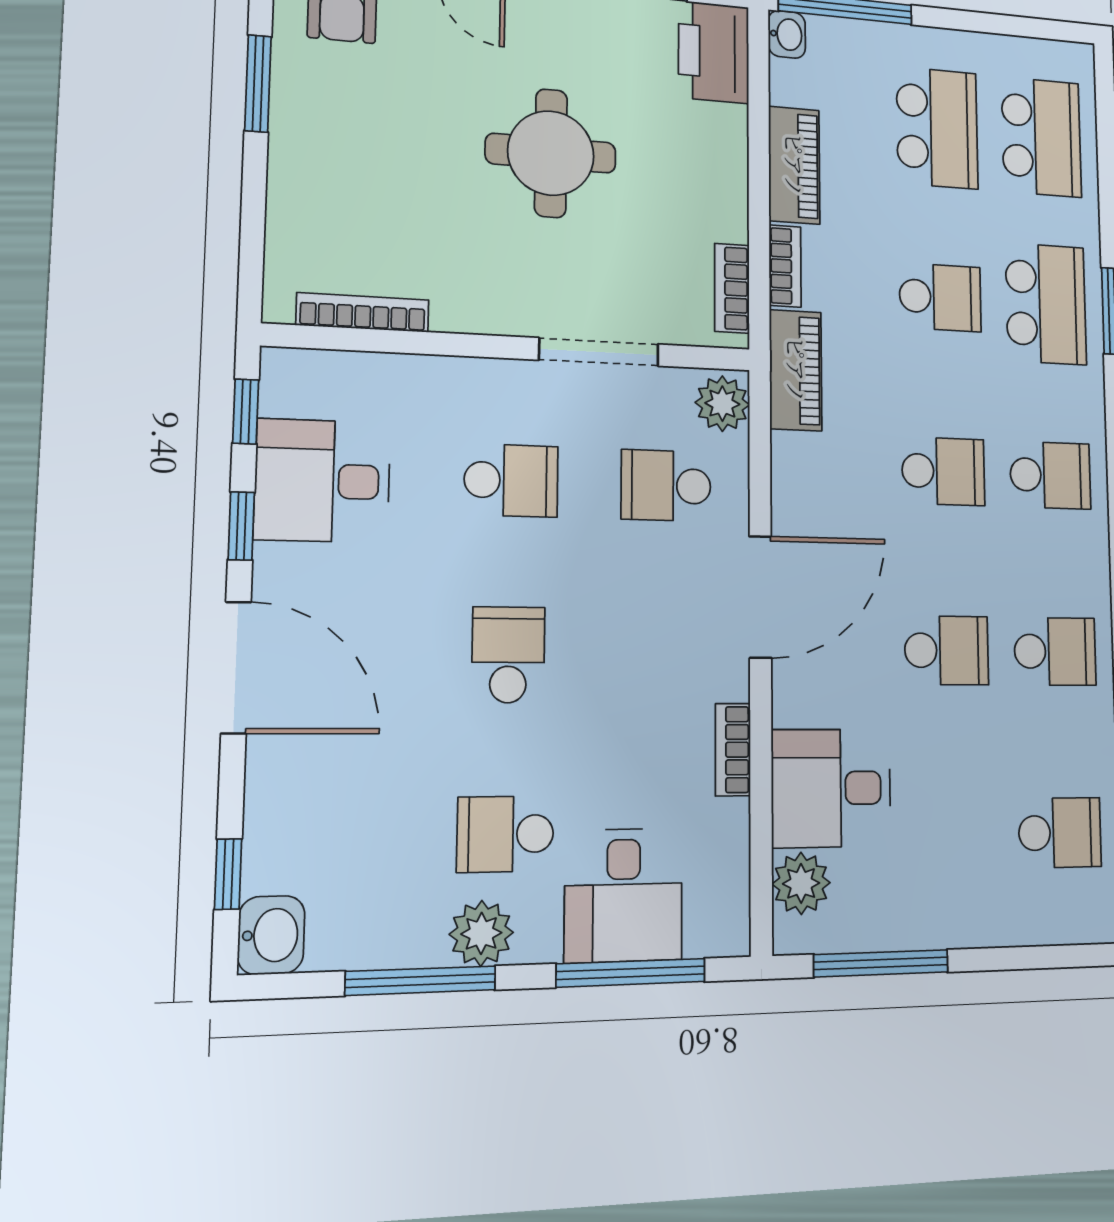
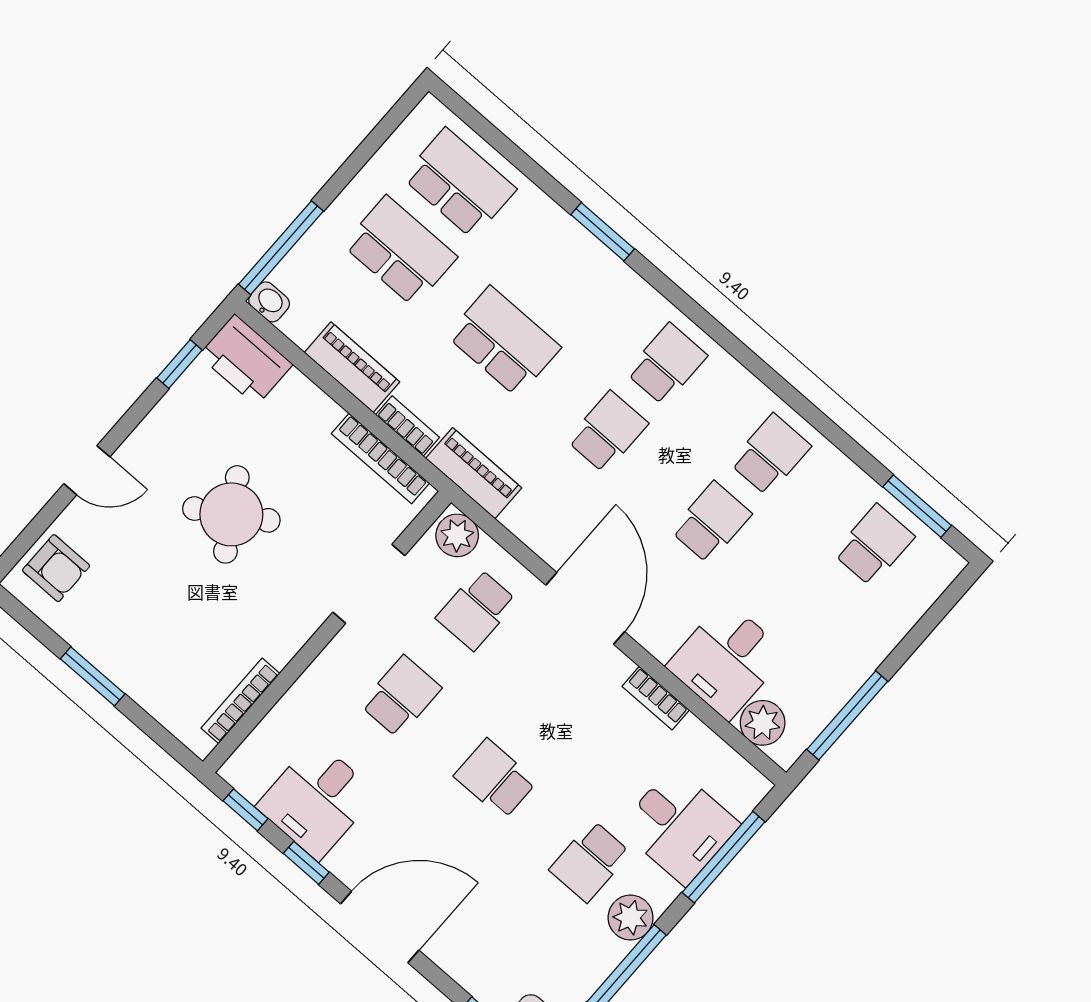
window: (258, 83) -> (93, 676), moved
round table: (551, 153) -> (231, 514), turned -32
bookcase: (732, 288) -> (380, 458), width x1.56
school desk: (940, 297) -> (504, 341), width x1.85
school desk: (1046, 304) -> (563, 274), removed

